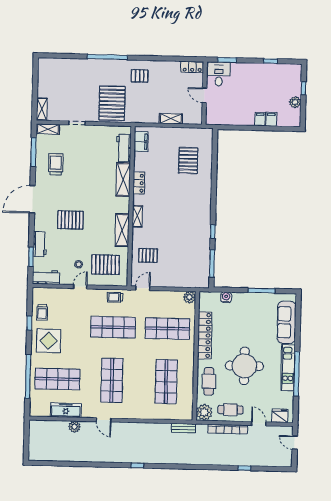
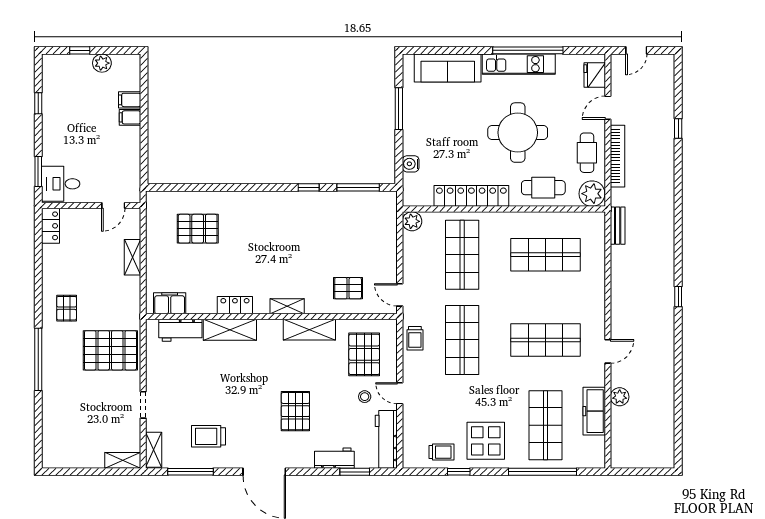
door: (204, 95) -> (113, 206), moved
pallet: (148, 255) -> (348, 288), turned 90
workbench: (46, 277) -> (386, 439), width x1.38

